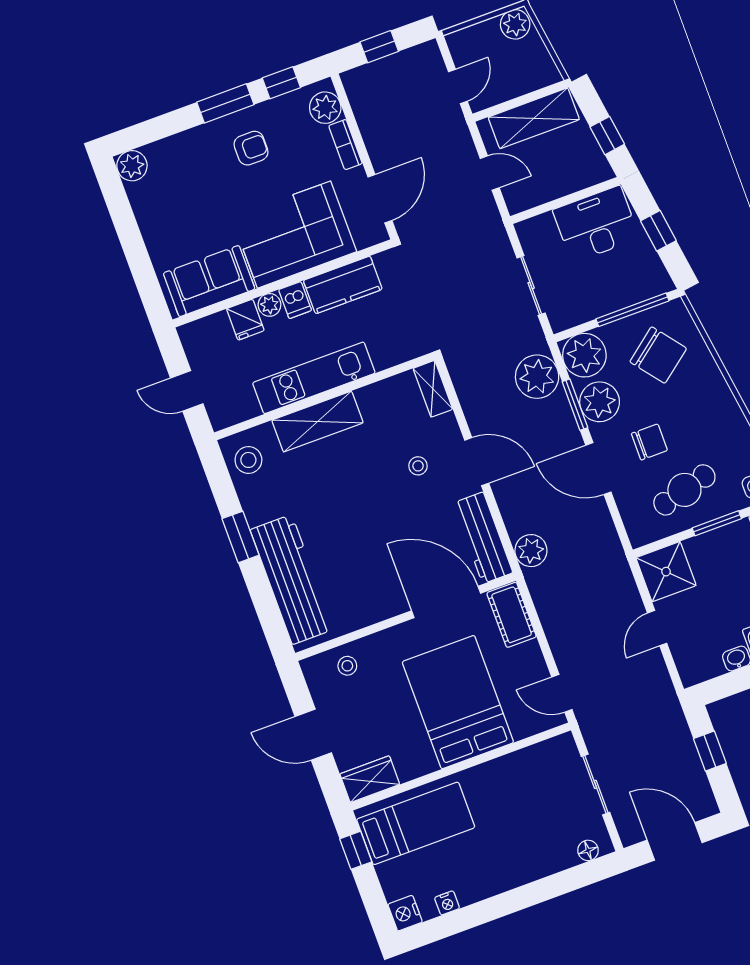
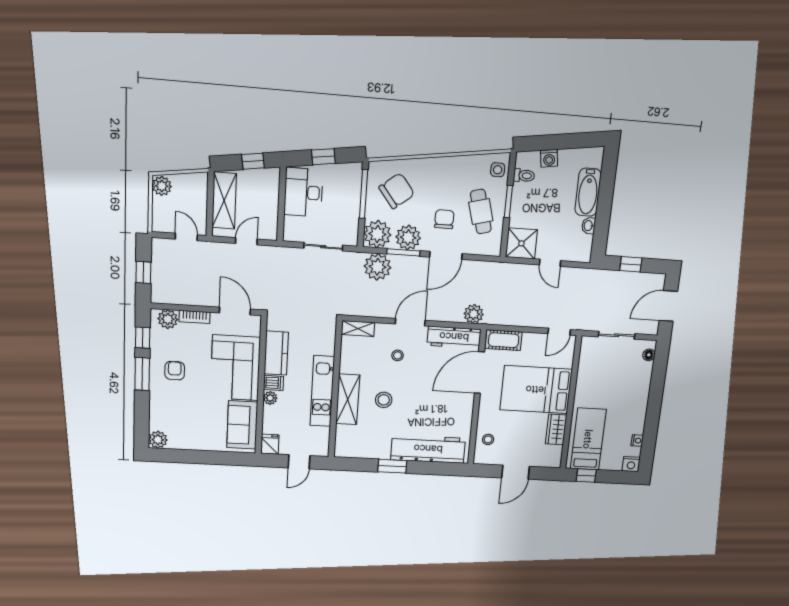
fridge: (245, 320) -> (270, 444), moved, turned -90
stool: (248, 460) -> (384, 400), moved
wardrobe: (370, 779) -> (556, 429), moved

